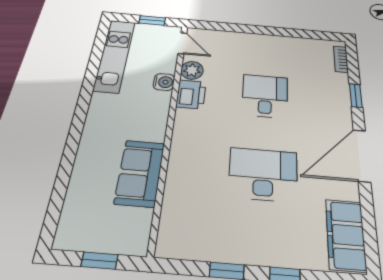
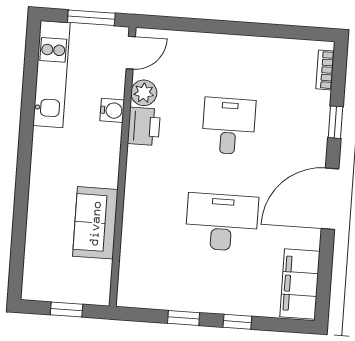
window: (152, 20) -> (91, 18), width x1.50
door: (182, 43) -> (131, 53), hinge flipped

